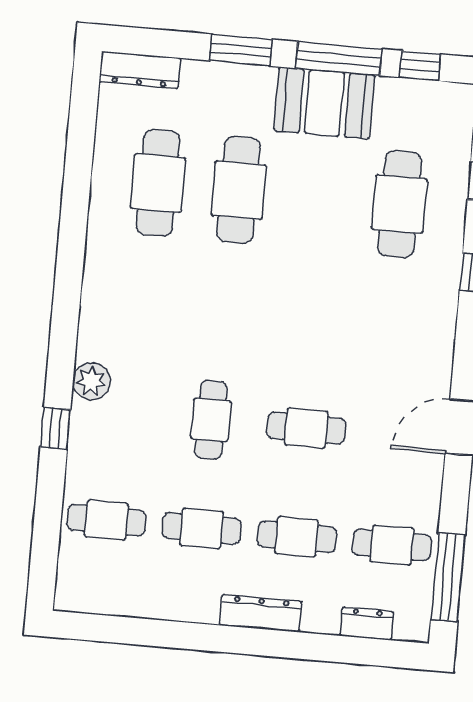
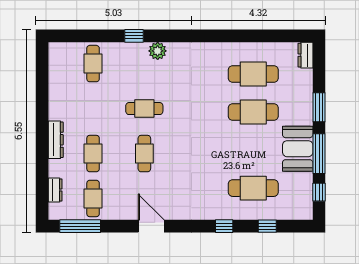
dresser: (140, 70) -> (306, 55), width x0.70
cafe table: (202, 528) -> (93, 109), removed

